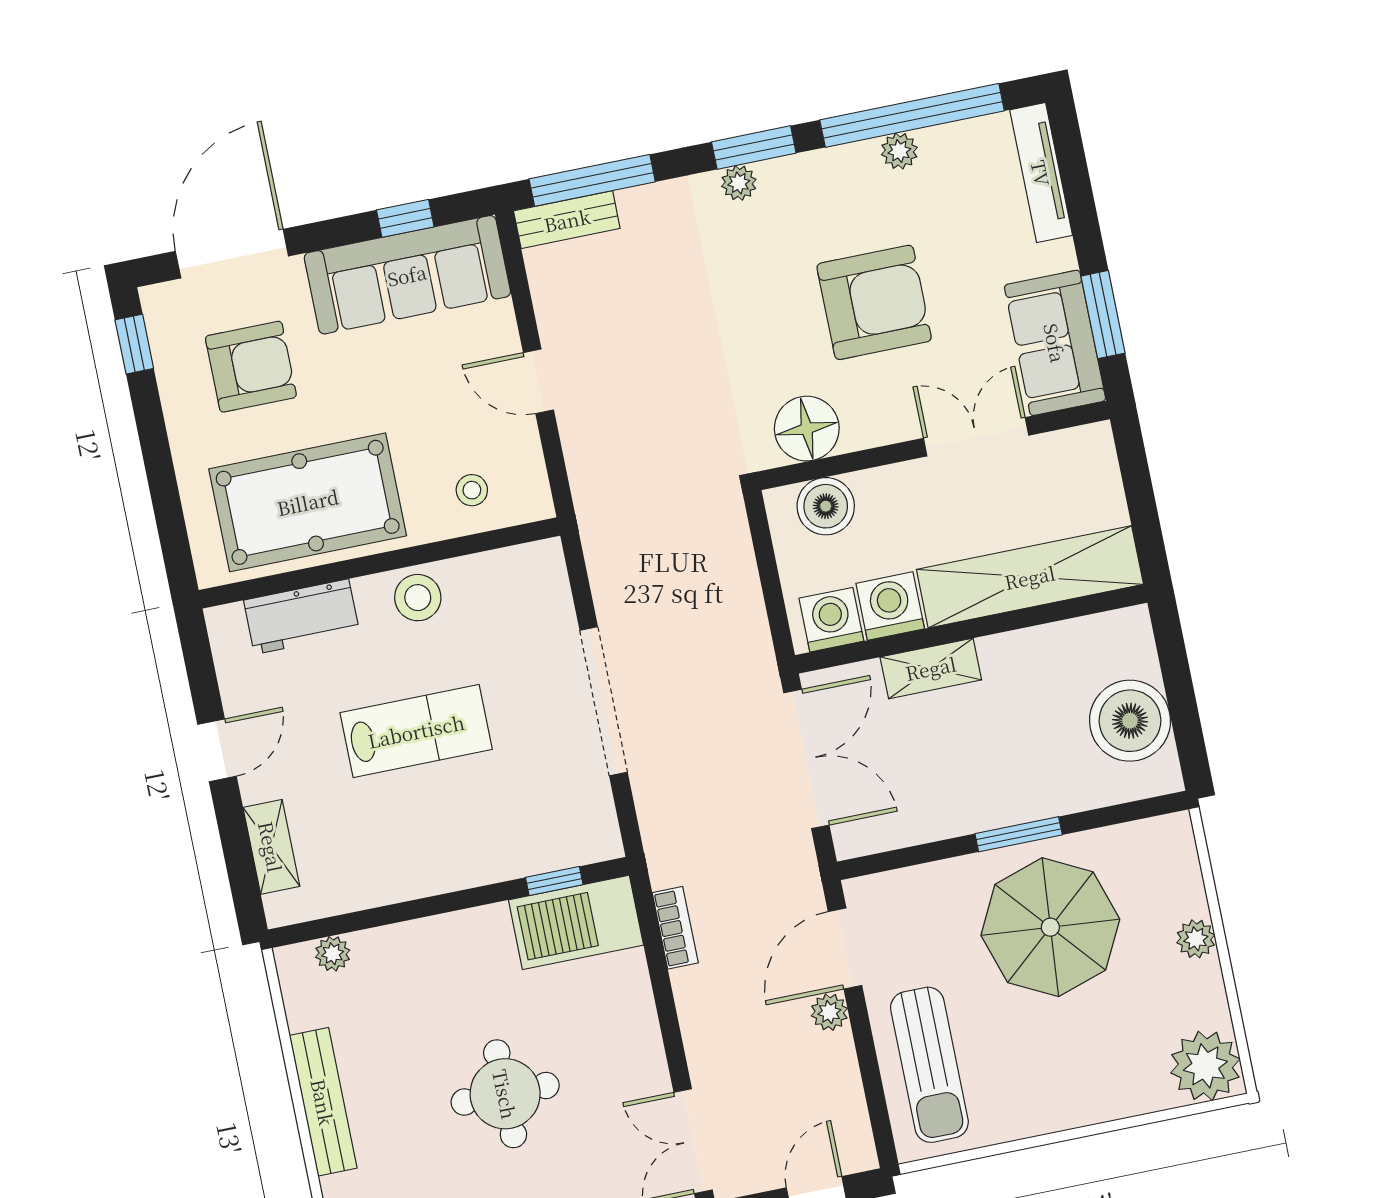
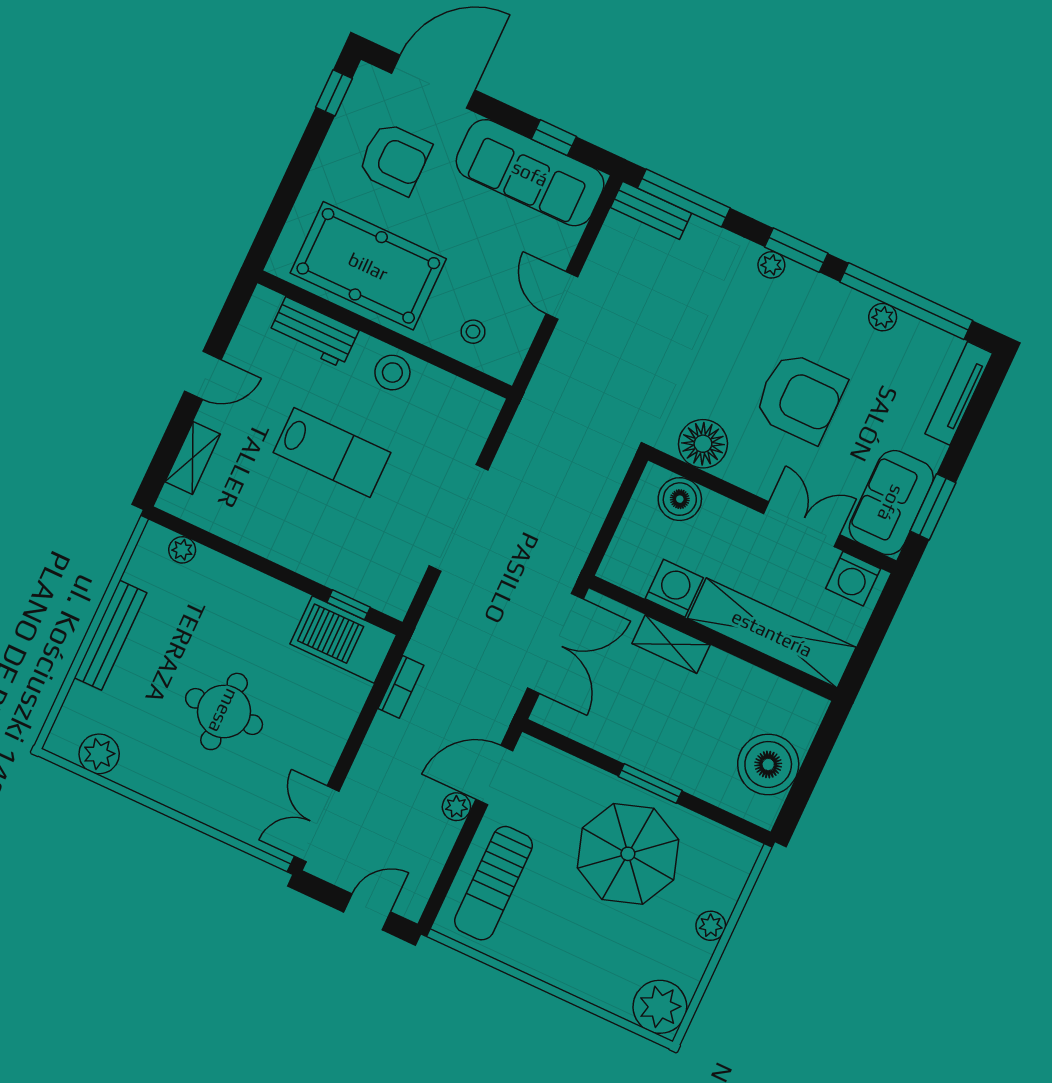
washing machine: (831, 620) -> (853, 579), moved, turned 180

